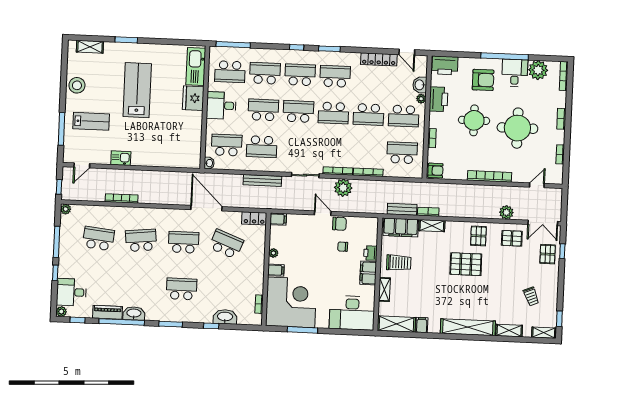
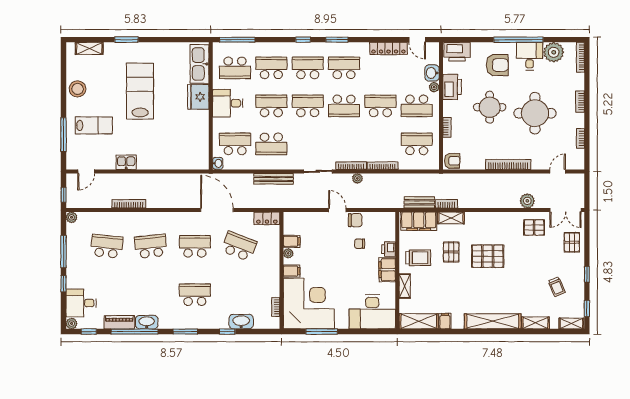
school desk: (369, 115) -> (380, 106), turned 180
plant: (343, 188) -> (357, 178), width x0.53, depth x0.53
filing cabinet: (278, 219) -> (292, 241), moved
pallet: (478, 236) -> (451, 252), moved
window: (562, 251) -> (587, 274), moved

